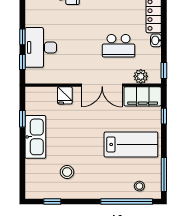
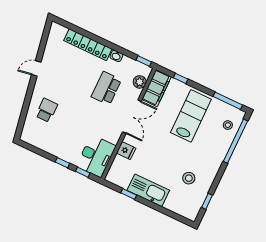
school desk: (119, 46) -> (106, 88), turned 180
desk: (41, 47) -> (96, 156), moved, turned -90

